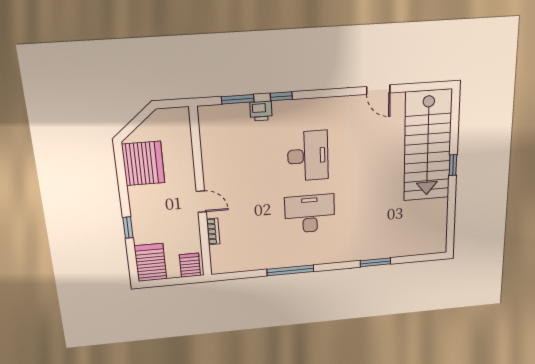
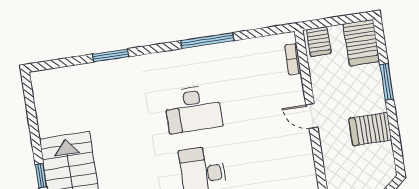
server rack: (143, 163) -> (370, 129), moved, width x0.62
window: (128, 227) -> (387, 82), width x1.50
bookcase: (213, 232) -> (293, 59), moved

